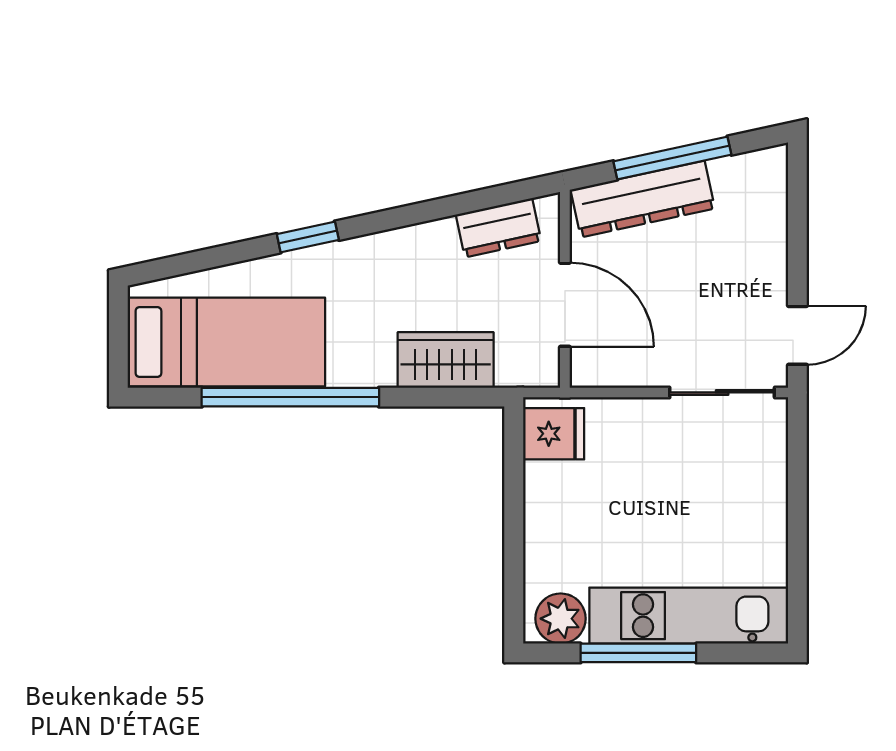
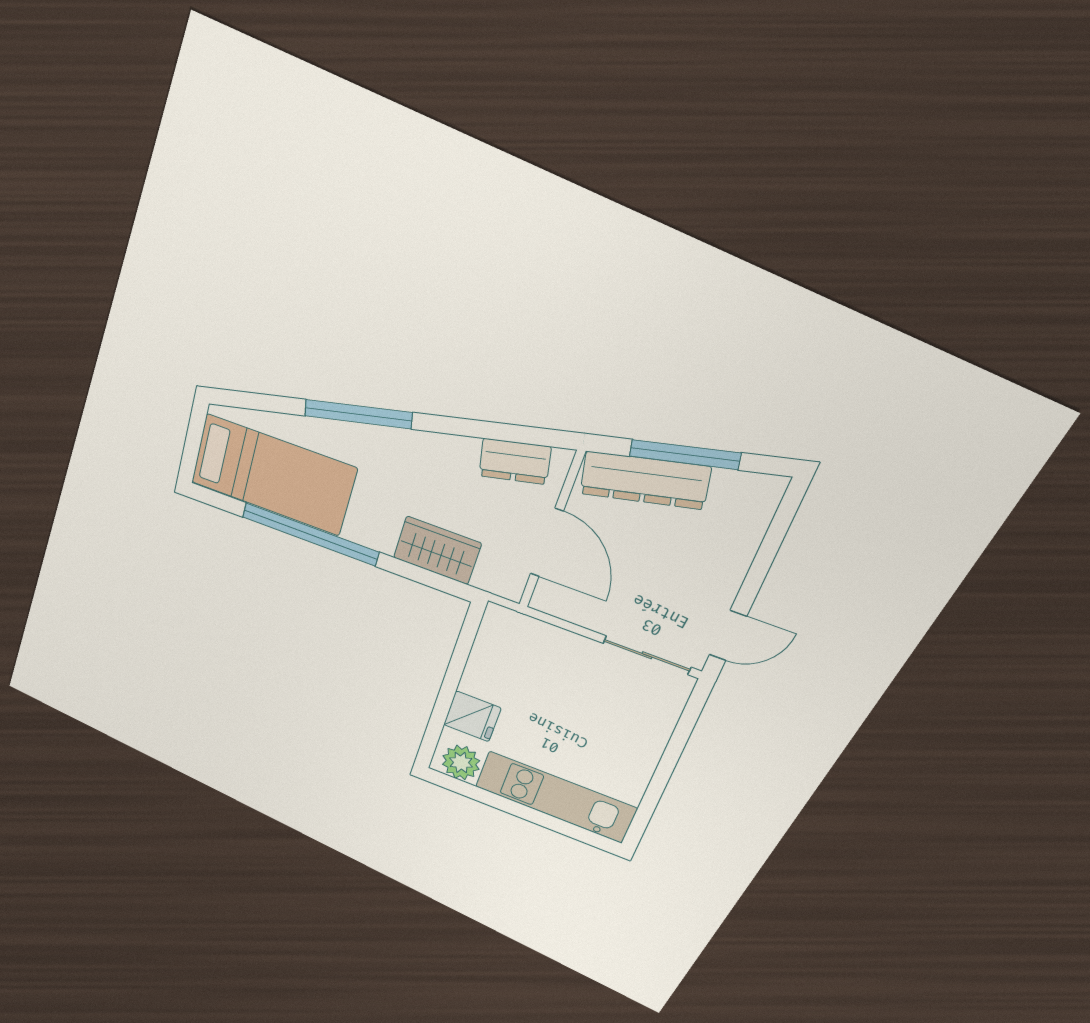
window: (308, 237) -> (358, 414), width x2.17
fridge: (554, 434) -> (472, 716), moved
window: (638, 653) -> (509, 806), removed

